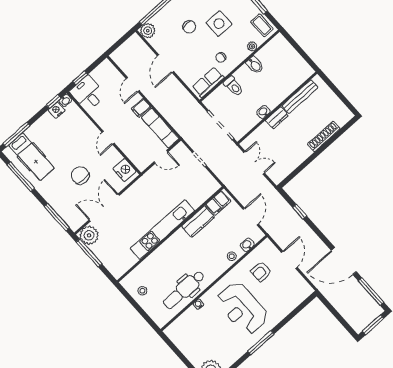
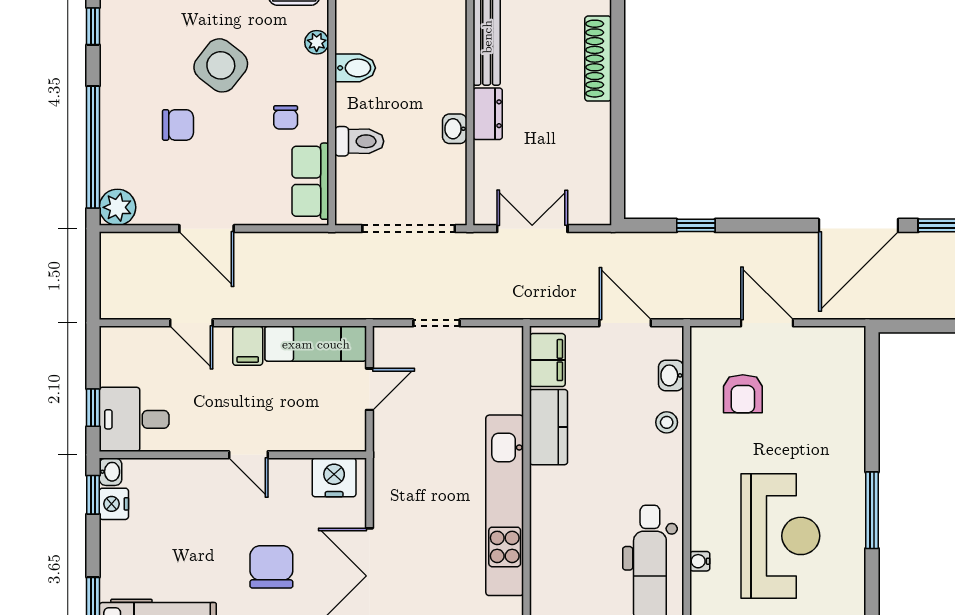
side table: (219, 24) -> (221, 65), turned 38
chair: (80, 175) -> (271, 567), turned 90
reception desk: (242, 308) -> (780, 536), moved, turned -90

